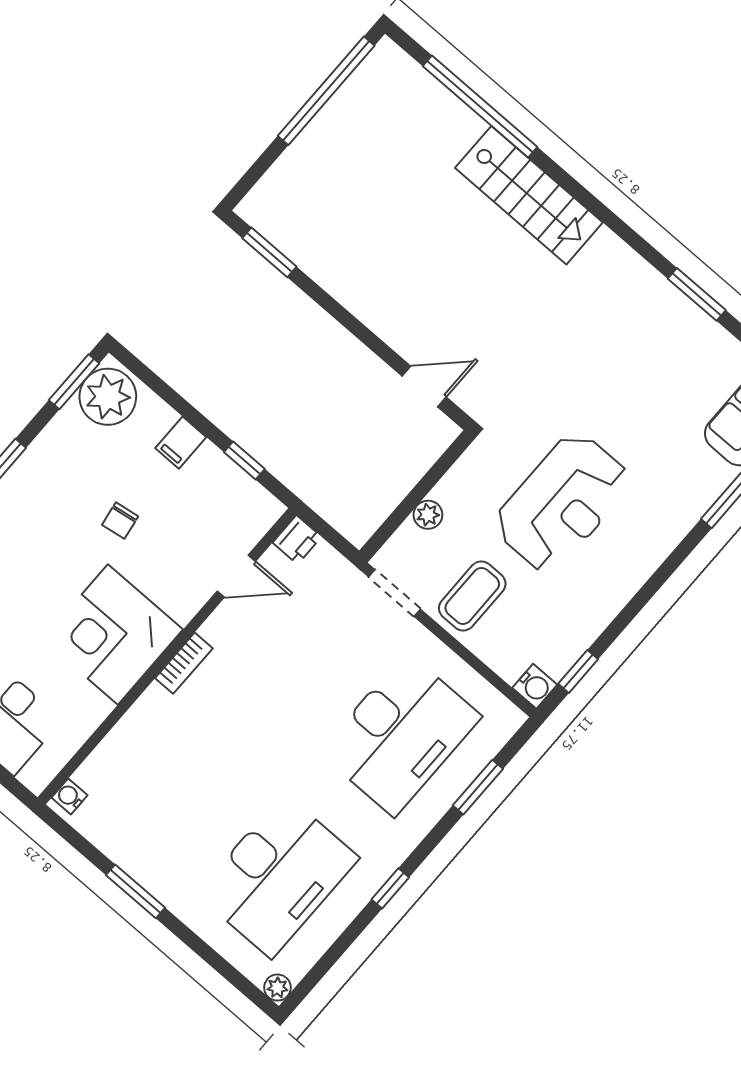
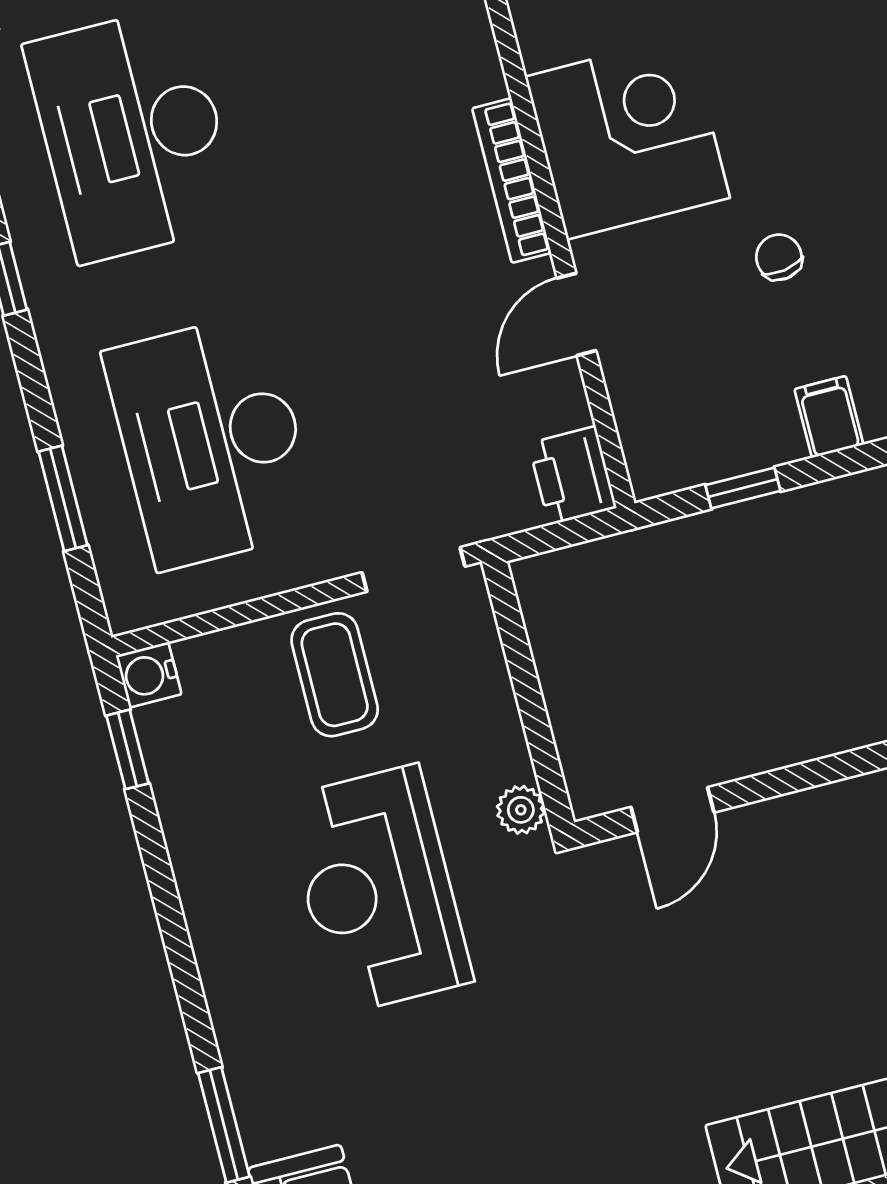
plant: (428, 515) -> (521, 810), moved
printer: (297, 540) -> (572, 476), width x1.36, depth x1.24
door: (236, 576) -> (577, 314), moved
bookcase: (184, 663) -> (512, 181), width x1.56

